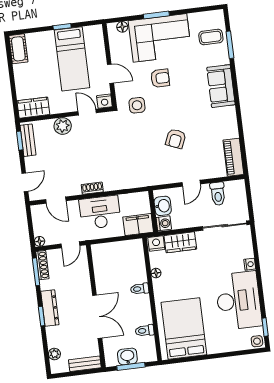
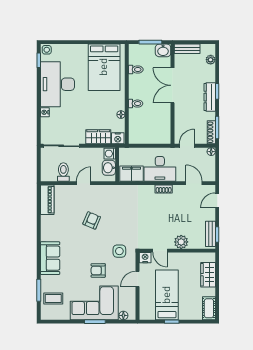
door: (110, 74) -> (138, 279), hinge flipped
wardrobe: (33, 108) -> (208, 275), moved, turned 90
filing cabinet: (138, 225) -> (132, 174), moved, turned 180
washbasin: (127, 357) -> (163, 50), moved

